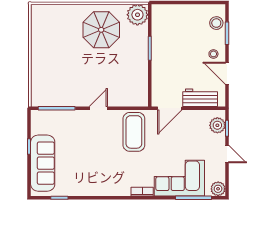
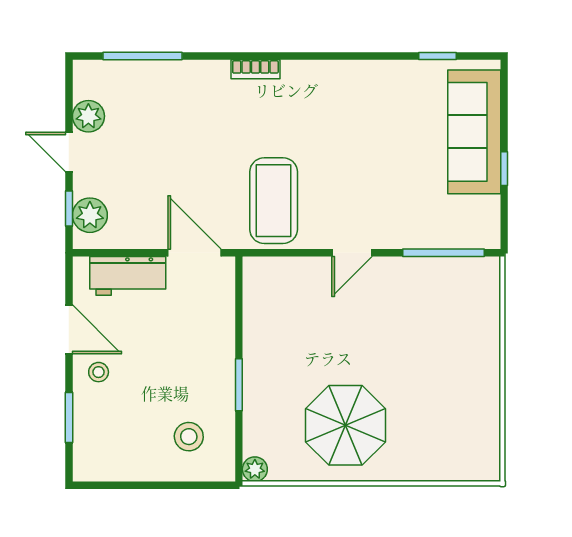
plant: (137, 15) -> (255, 469), width x0.53, depth x0.53
stool: (216, 23) -> (189, 437), moved
door: (170, 108) -> (195, 253), hinge flipped
corner sofa: (179, 178) -> (174, 99), removed
plant: (218, 189) -> (88, 116), moved

